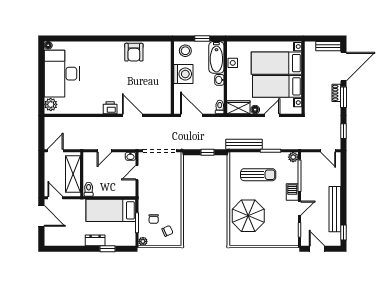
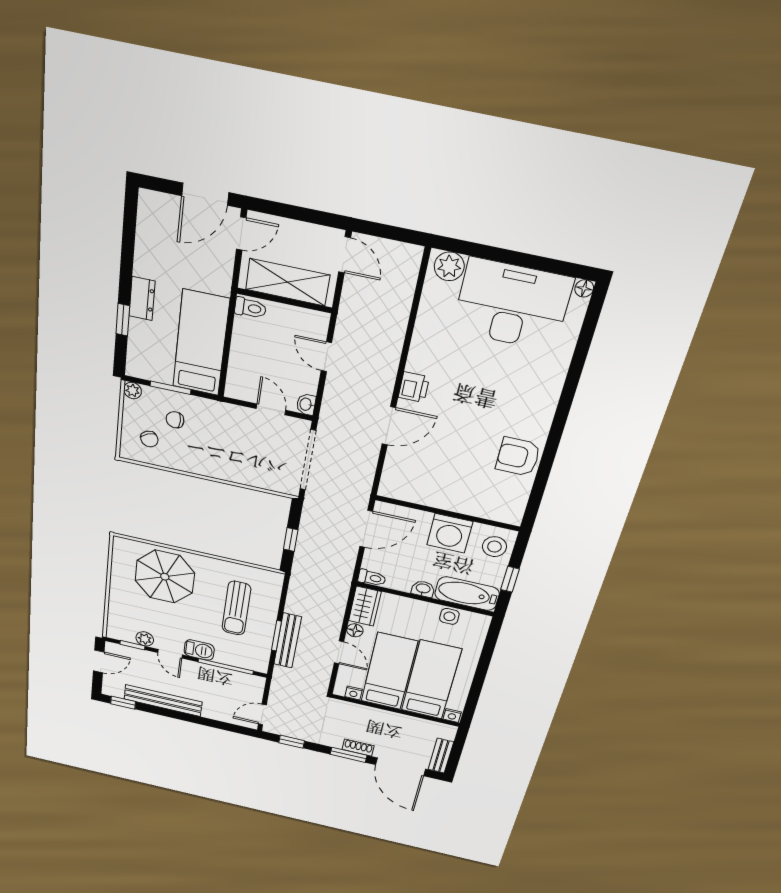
bench: (244, 144) -> (288, 641), moved
plant: (293, 157) -> (145, 639), moved

